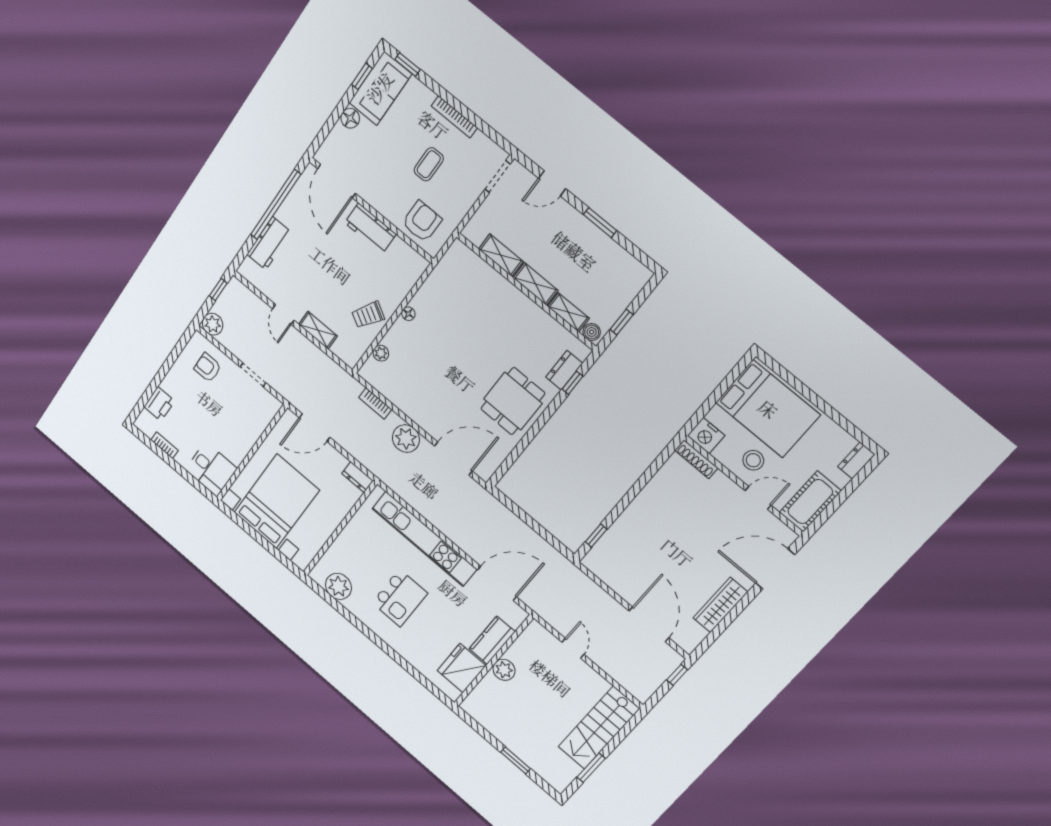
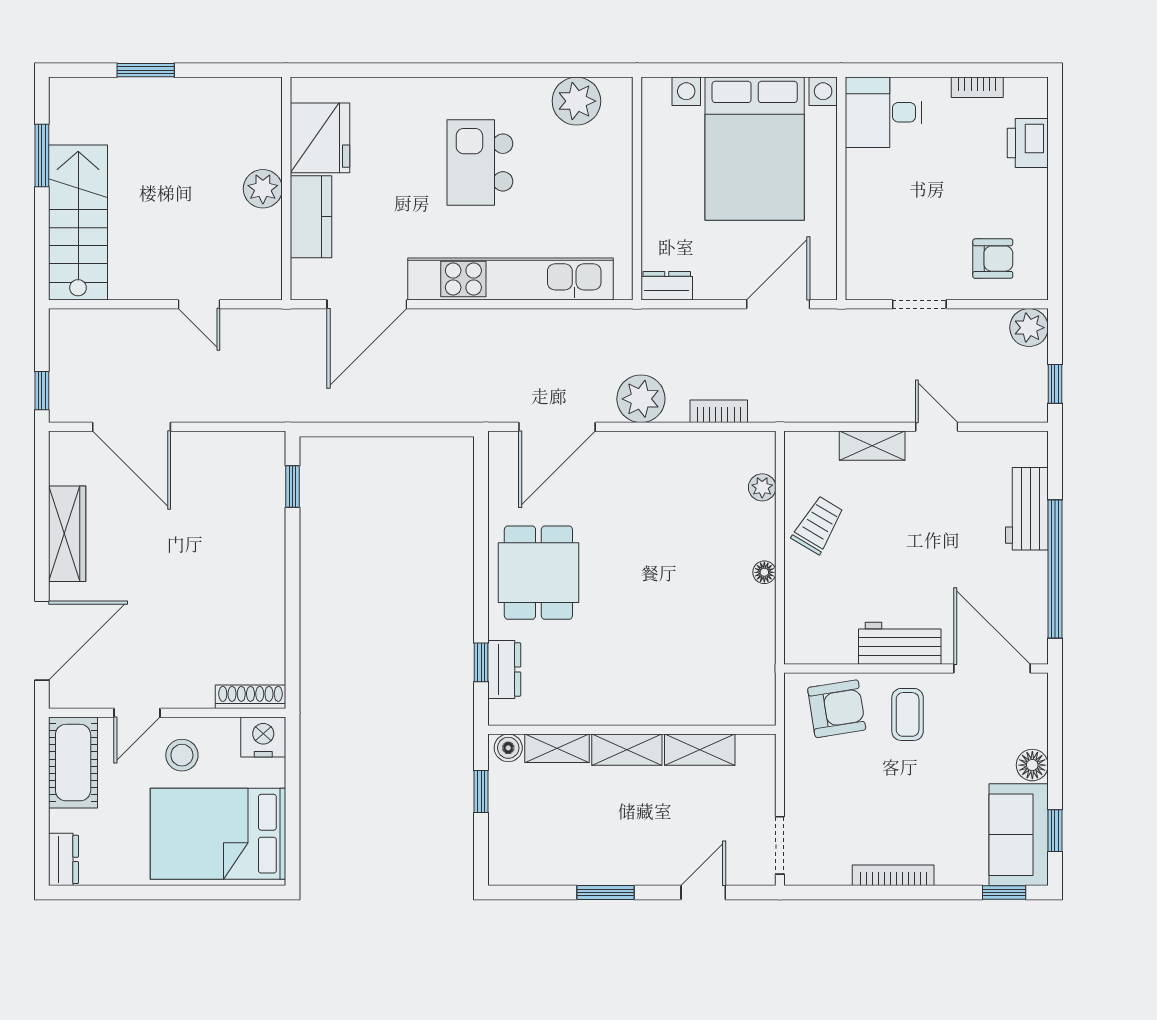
coffee table: (429, 164) -> (908, 714), moved
armchair: (422, 221) -> (837, 709), turned -99

